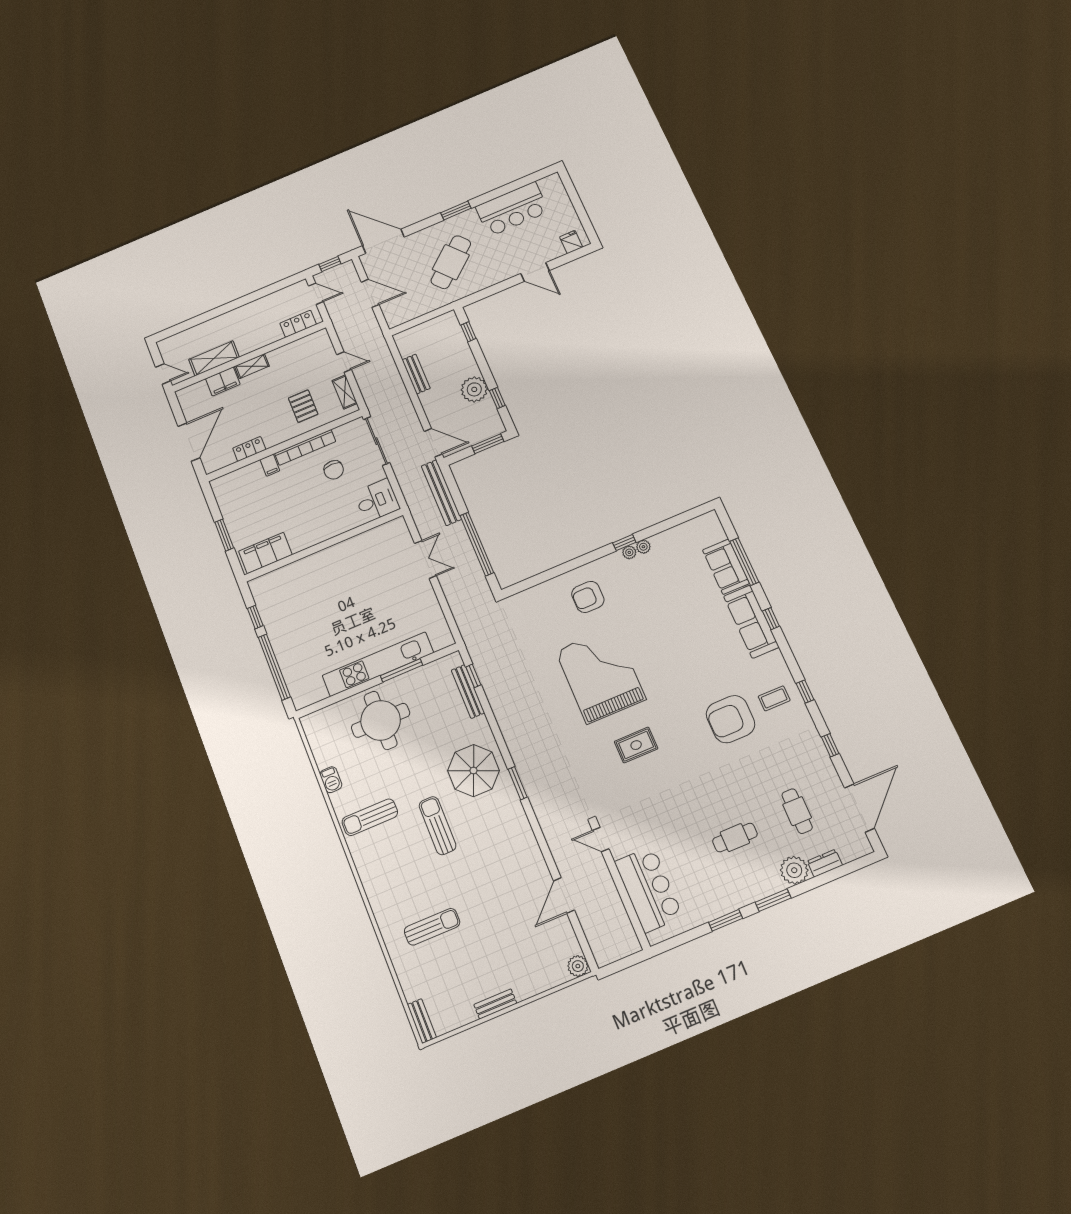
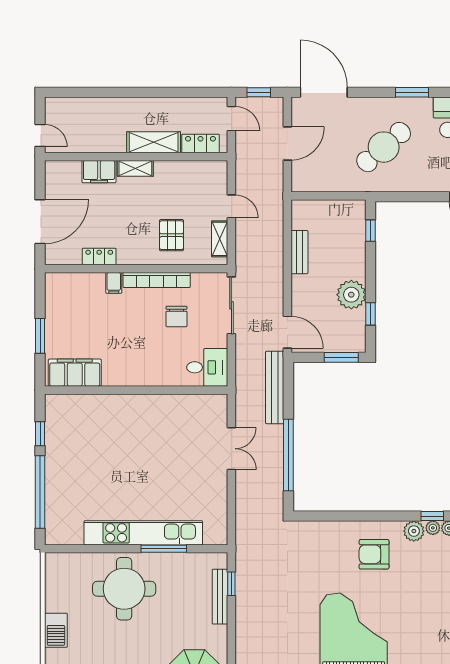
door: (370, 293) -> (287, 143), hinge flipped
shelving: (214, 358) -> (154, 142), moved
plant: (614, 562) -> (414, 531), added
barbecue: (331, 780) -> (56, 630), width x1.38, depth x1.27

